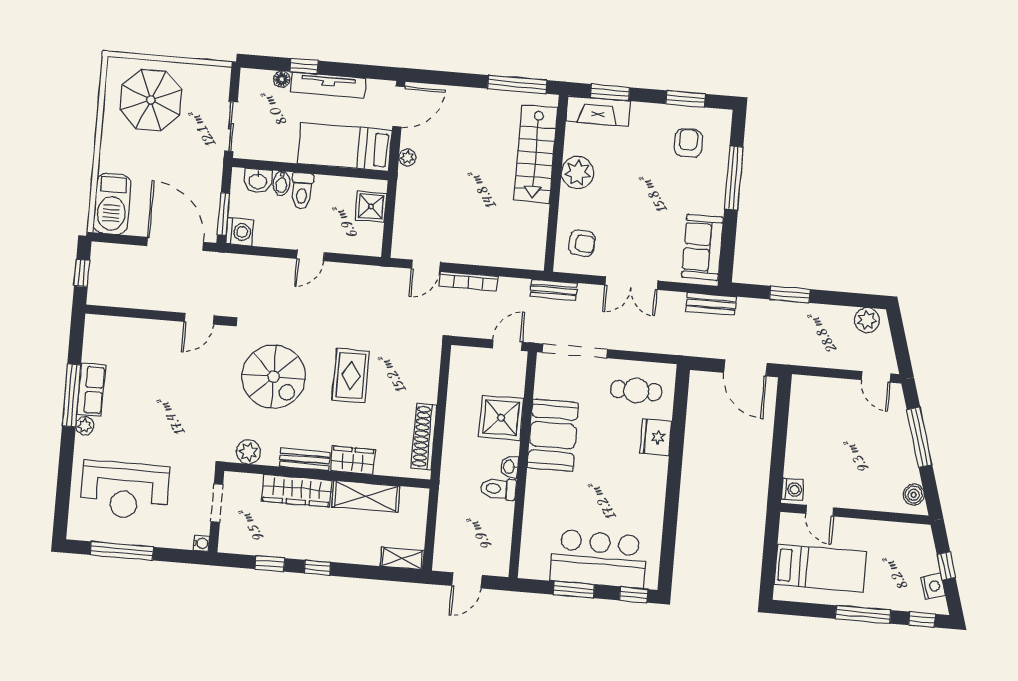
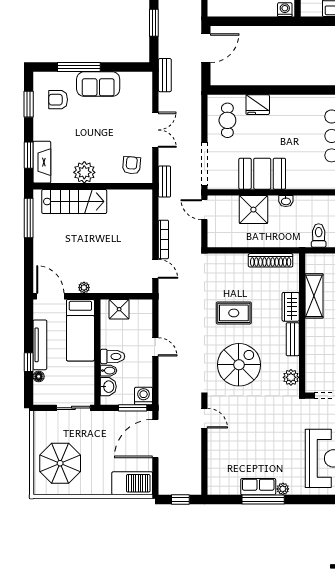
sofa: (703, 247) -> (98, 84), moved
toilet: (498, 489) -> (319, 236), moved, turned 180
wardrobe: (297, 491) -> (314, 343), removed

